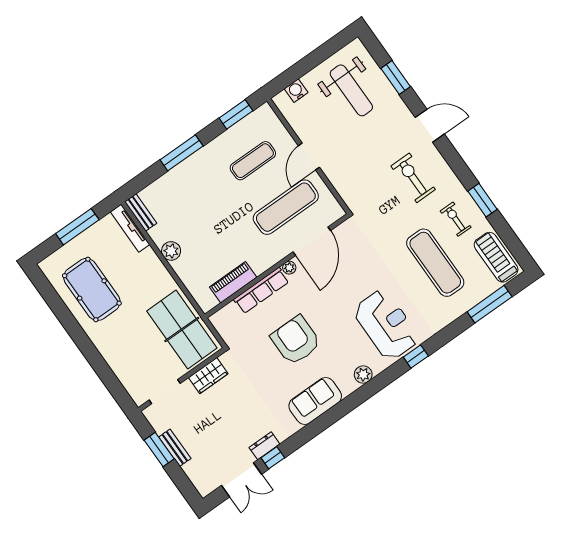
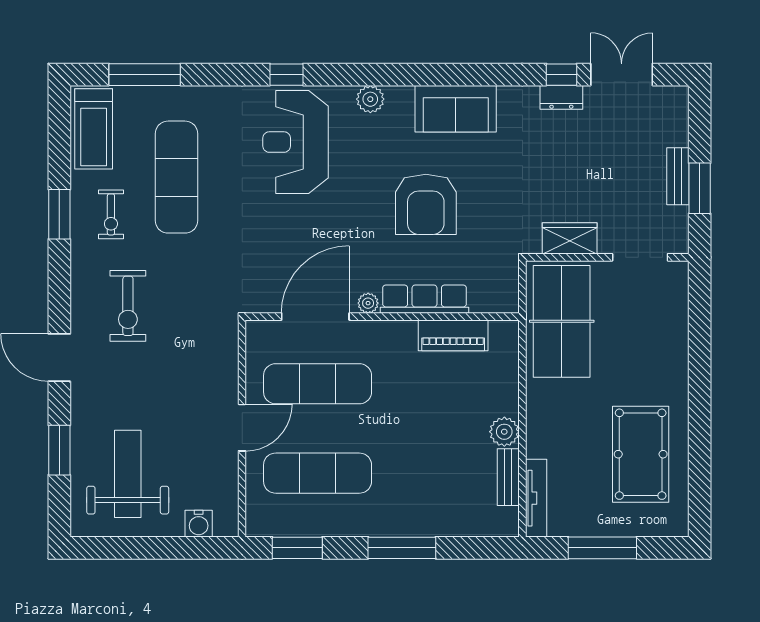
exercise mat: (253, 161) -> (318, 473), width x1.36, depth x1.45
bench: (141, 212) -> (508, 477), moved

